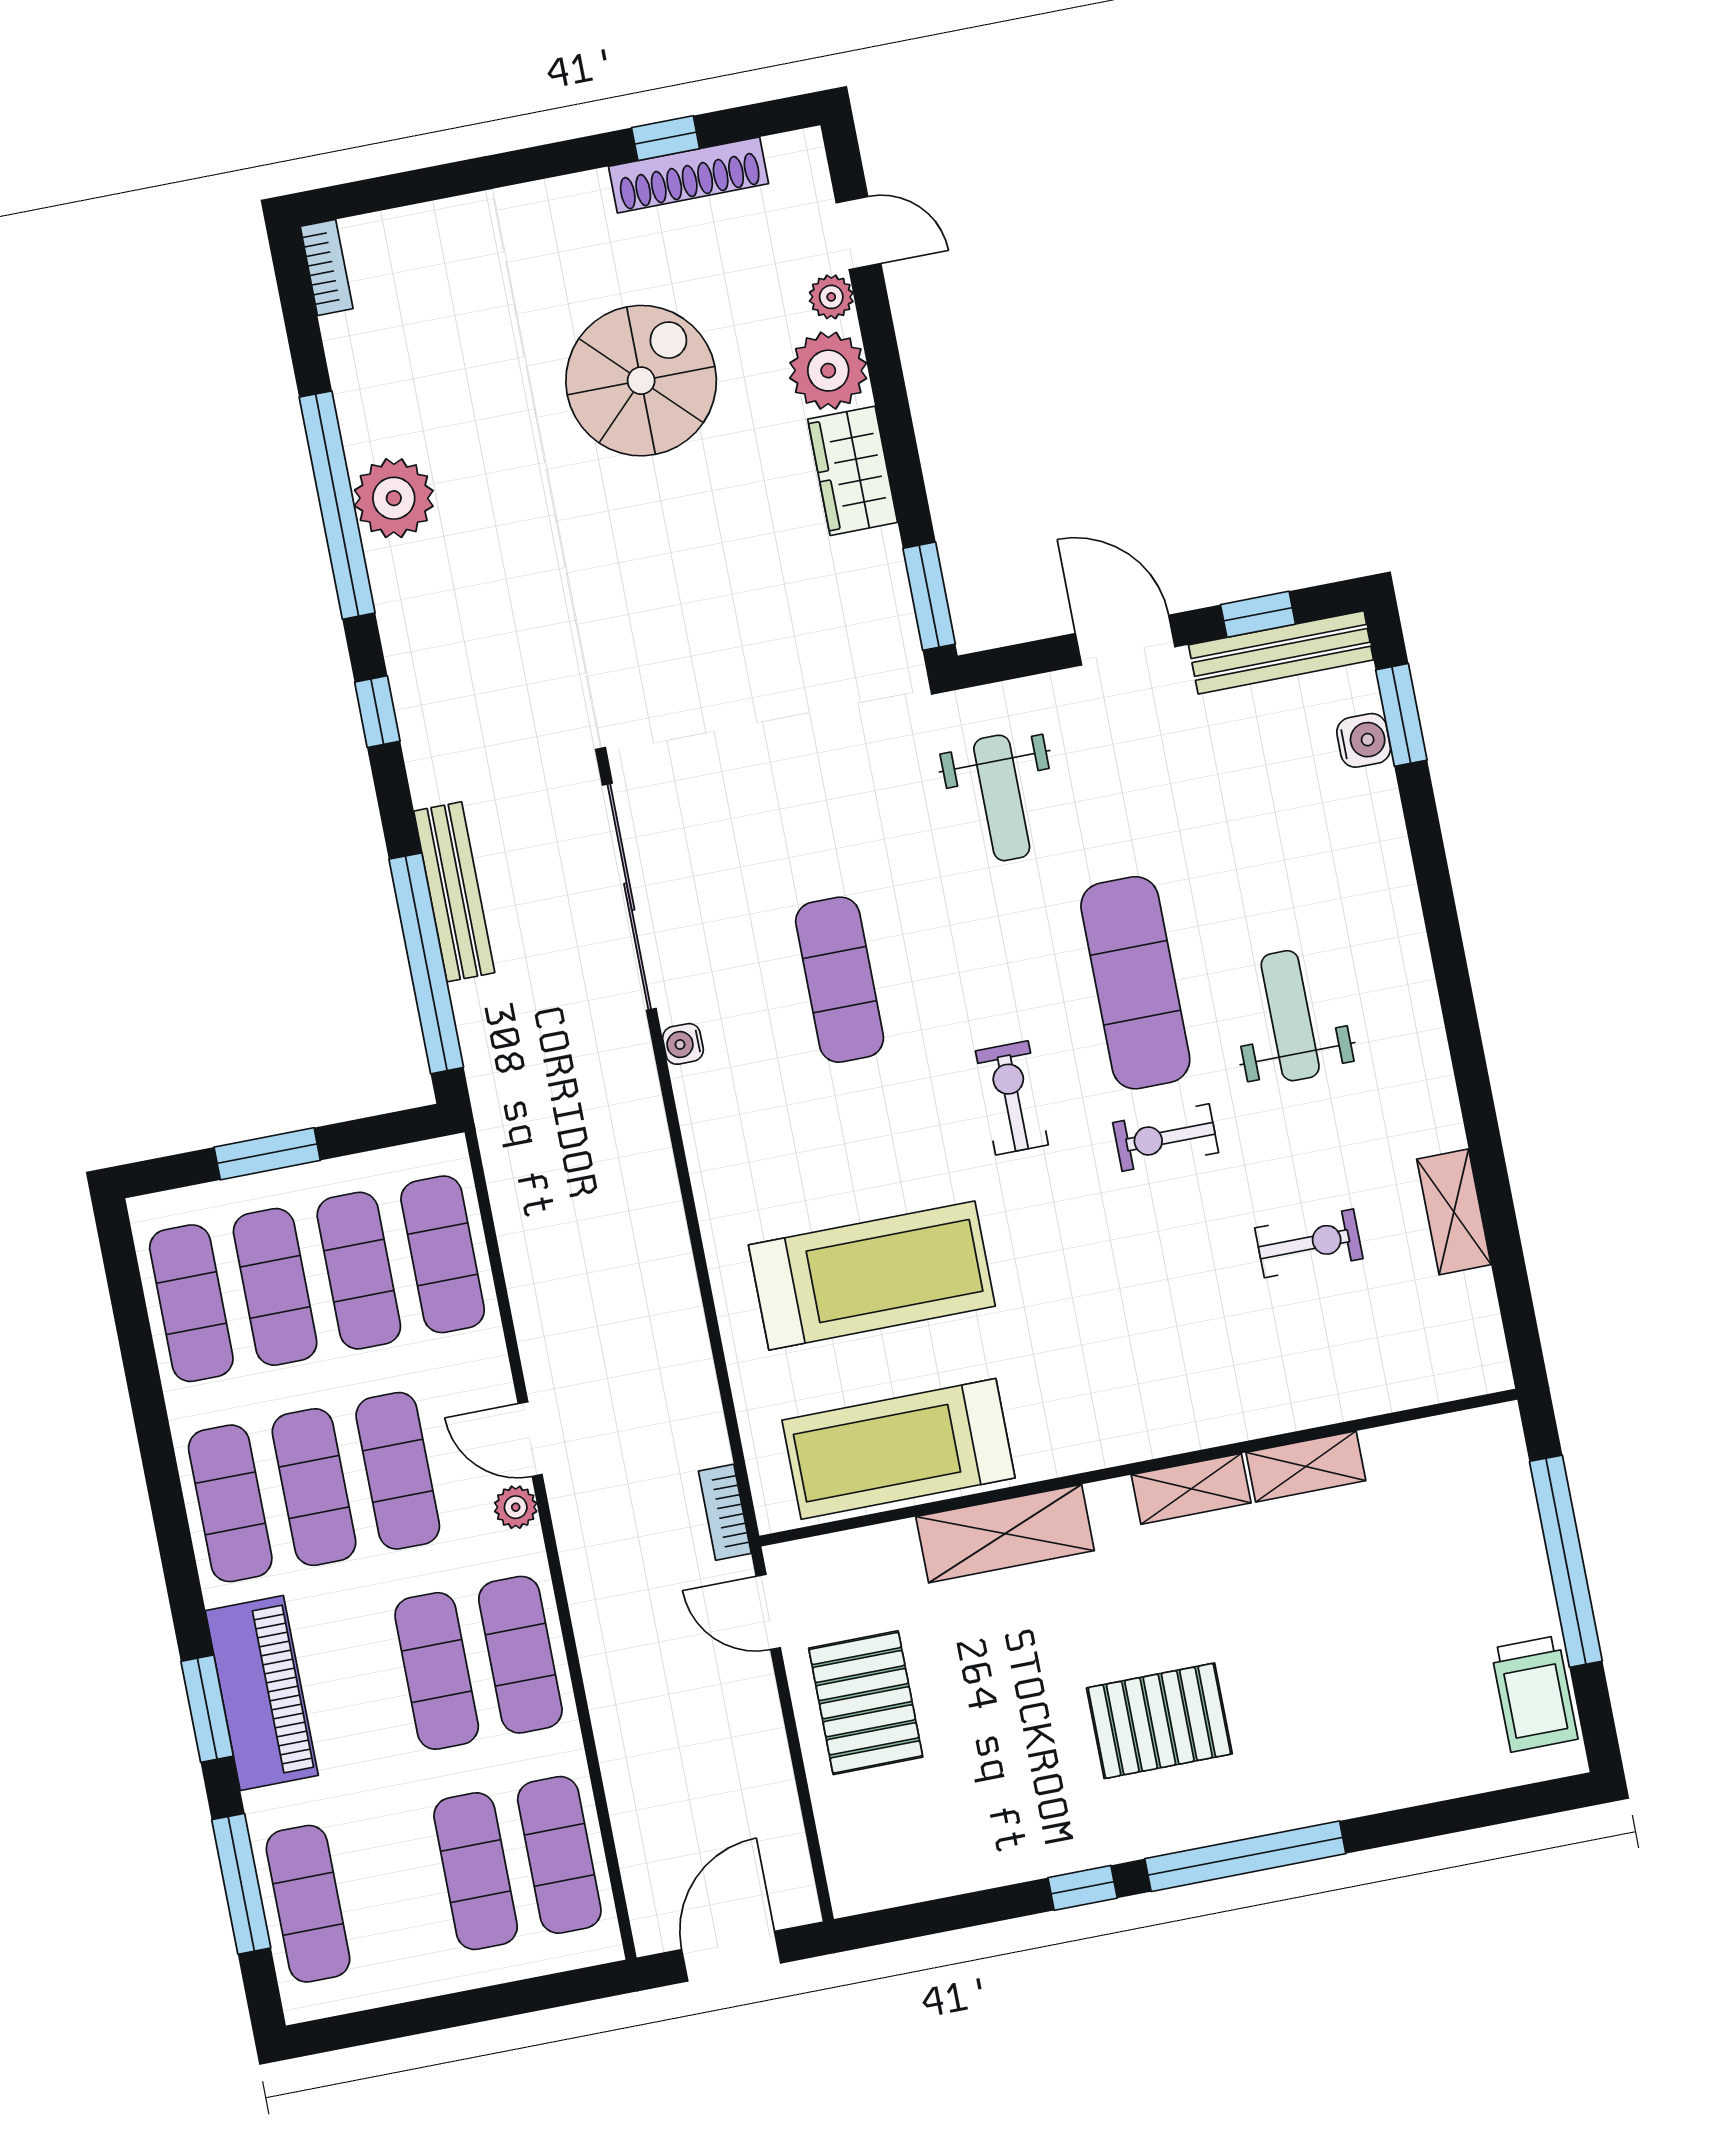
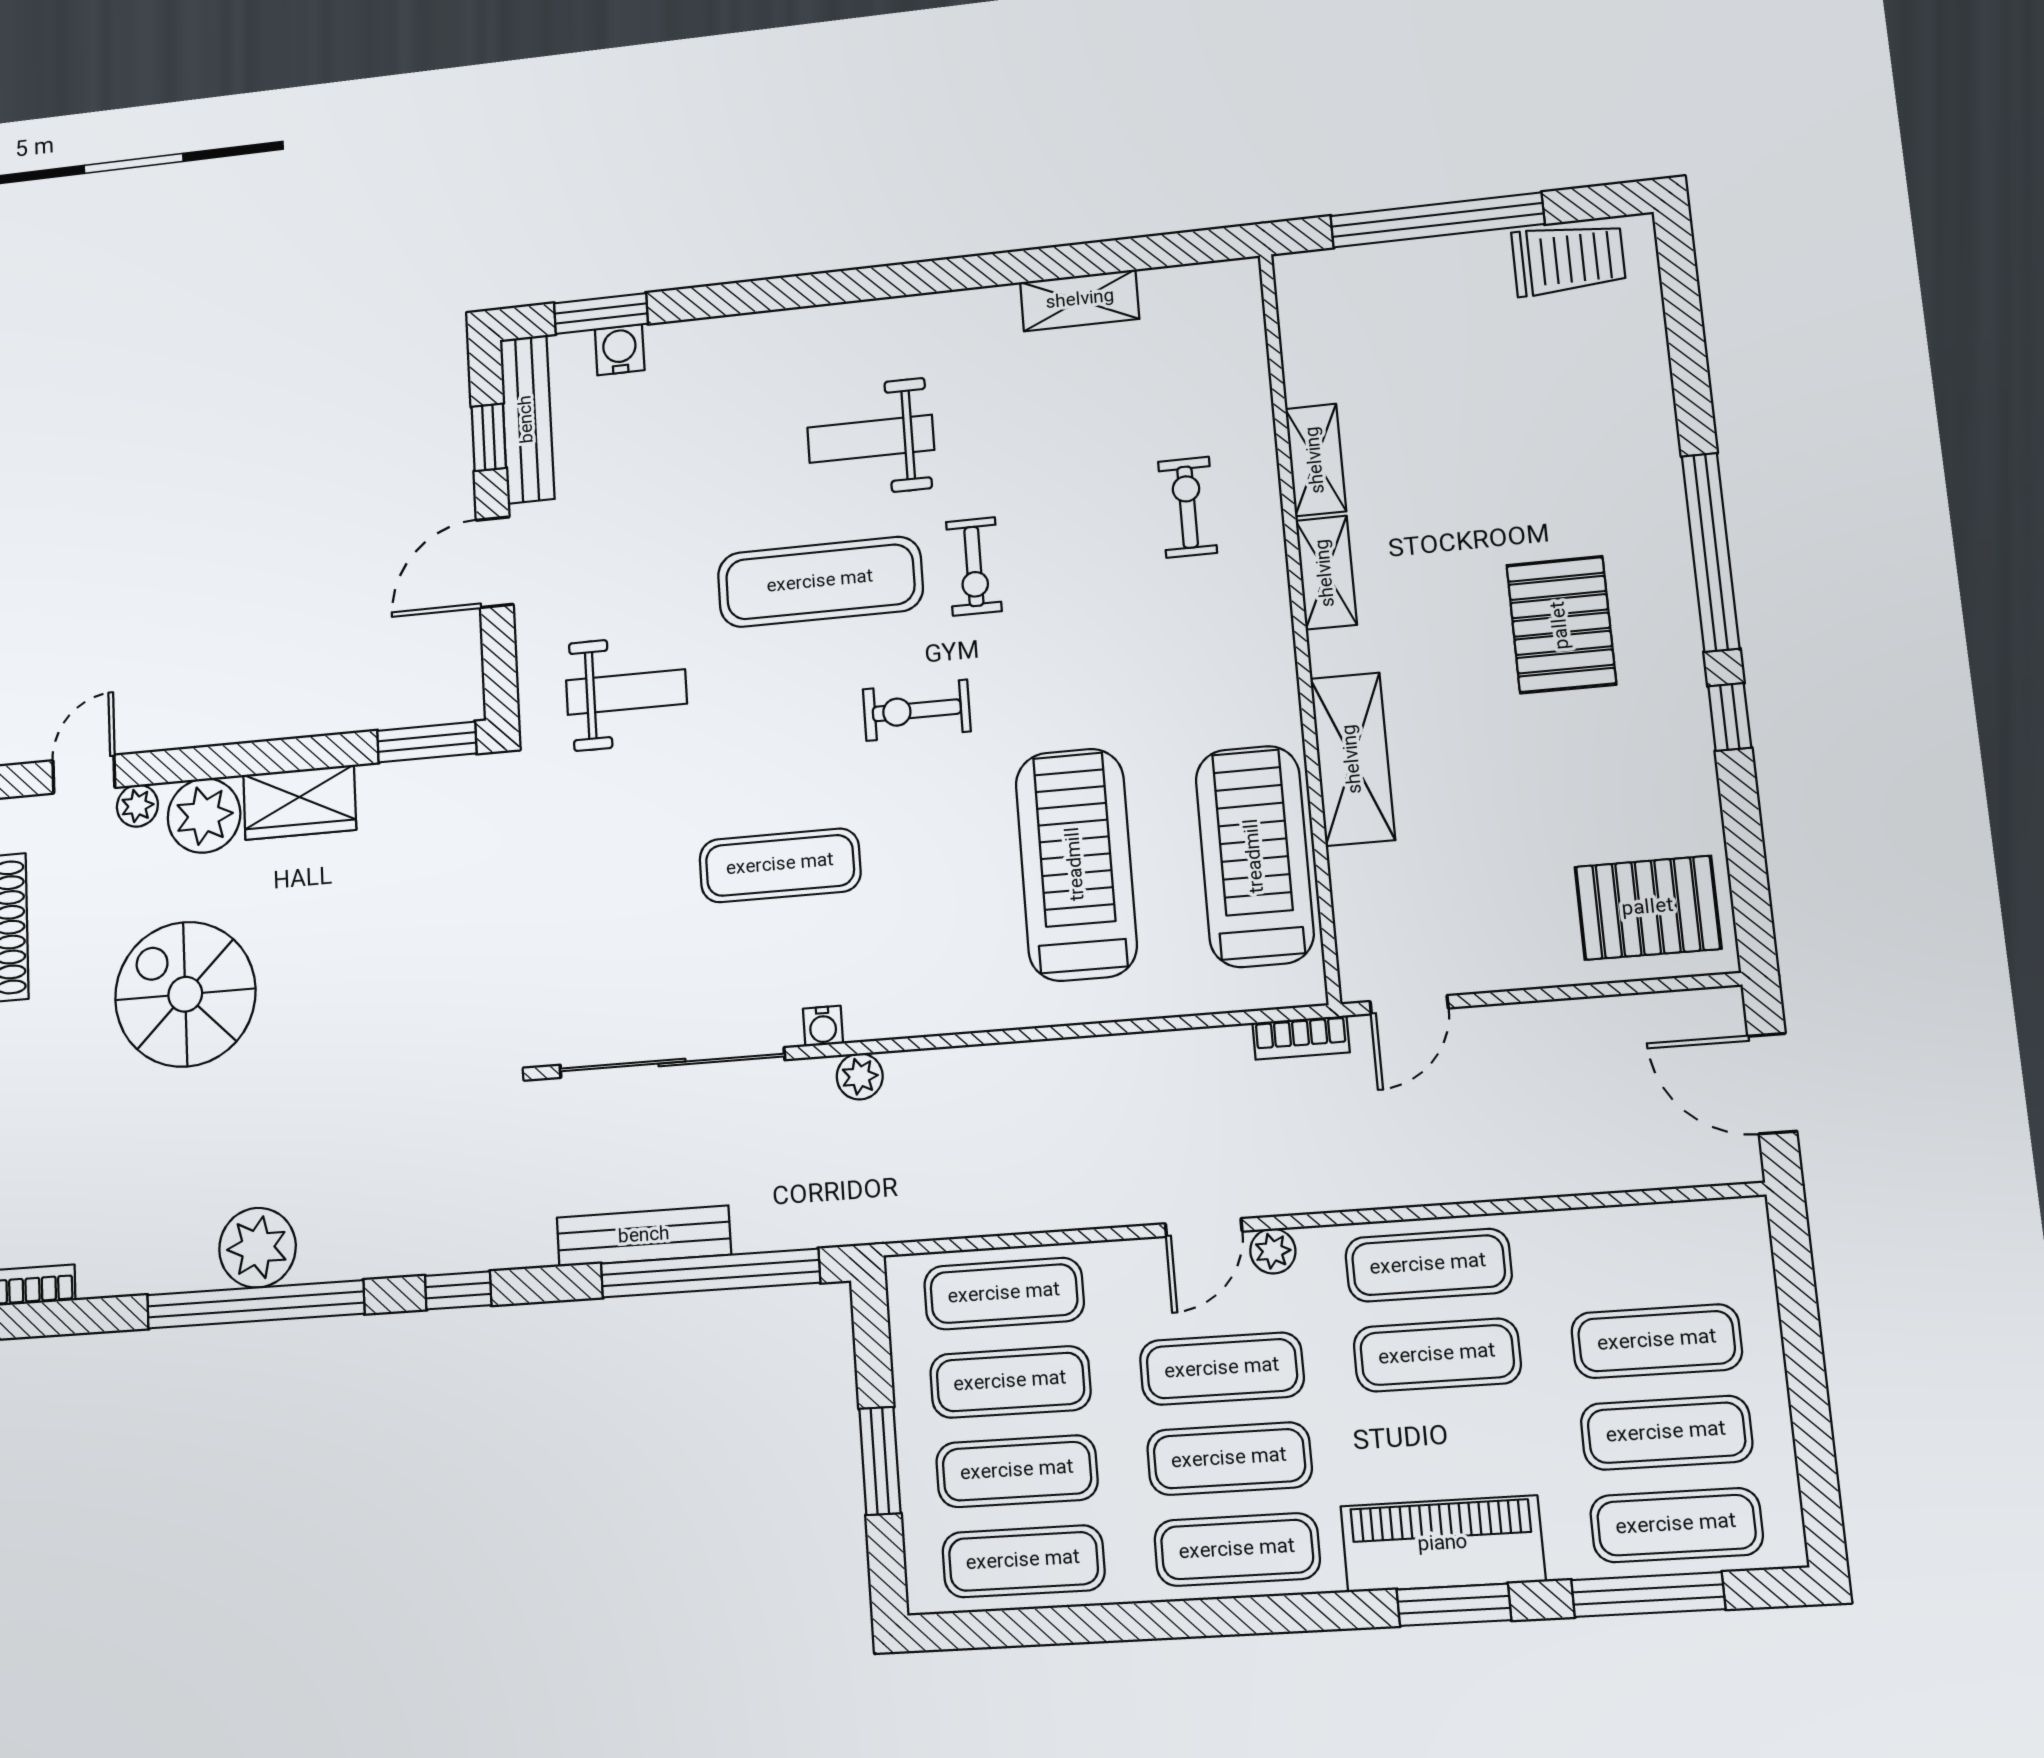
plant: (637, 1087) -> (860, 1076), added
exercise bike: (1309, 1243) -> (1188, 507), moved
treadmill: (898, 1449) -> (1255, 856), turned 180
pallet: (866, 1703) -> (1648, 908), moved
exercise mat: (559, 1855) -> (1666, 1433), moved

